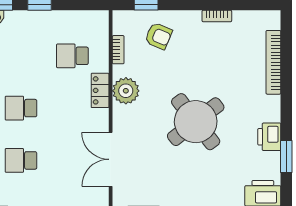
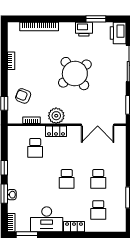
armchair: (159, 36) -> (23, 96), turned -91

